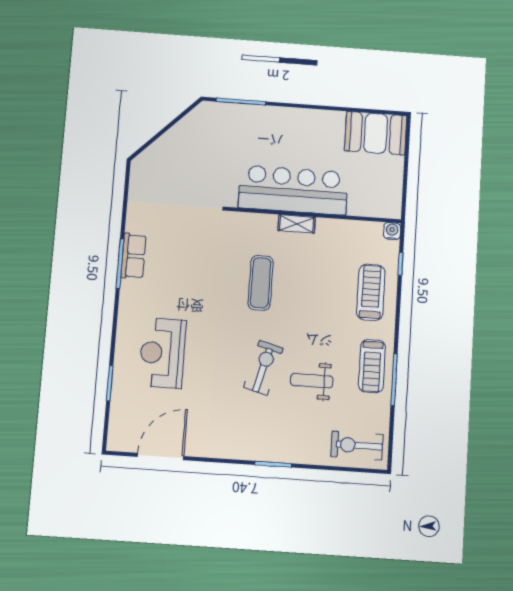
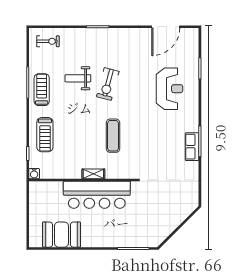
booth: (376, 133) -> (61, 235), moved
weight bench: (312, 381) -> (78, 78), turned 180
exercise bike: (357, 445) -> (48, 41), width x0.73, depth x0.72

